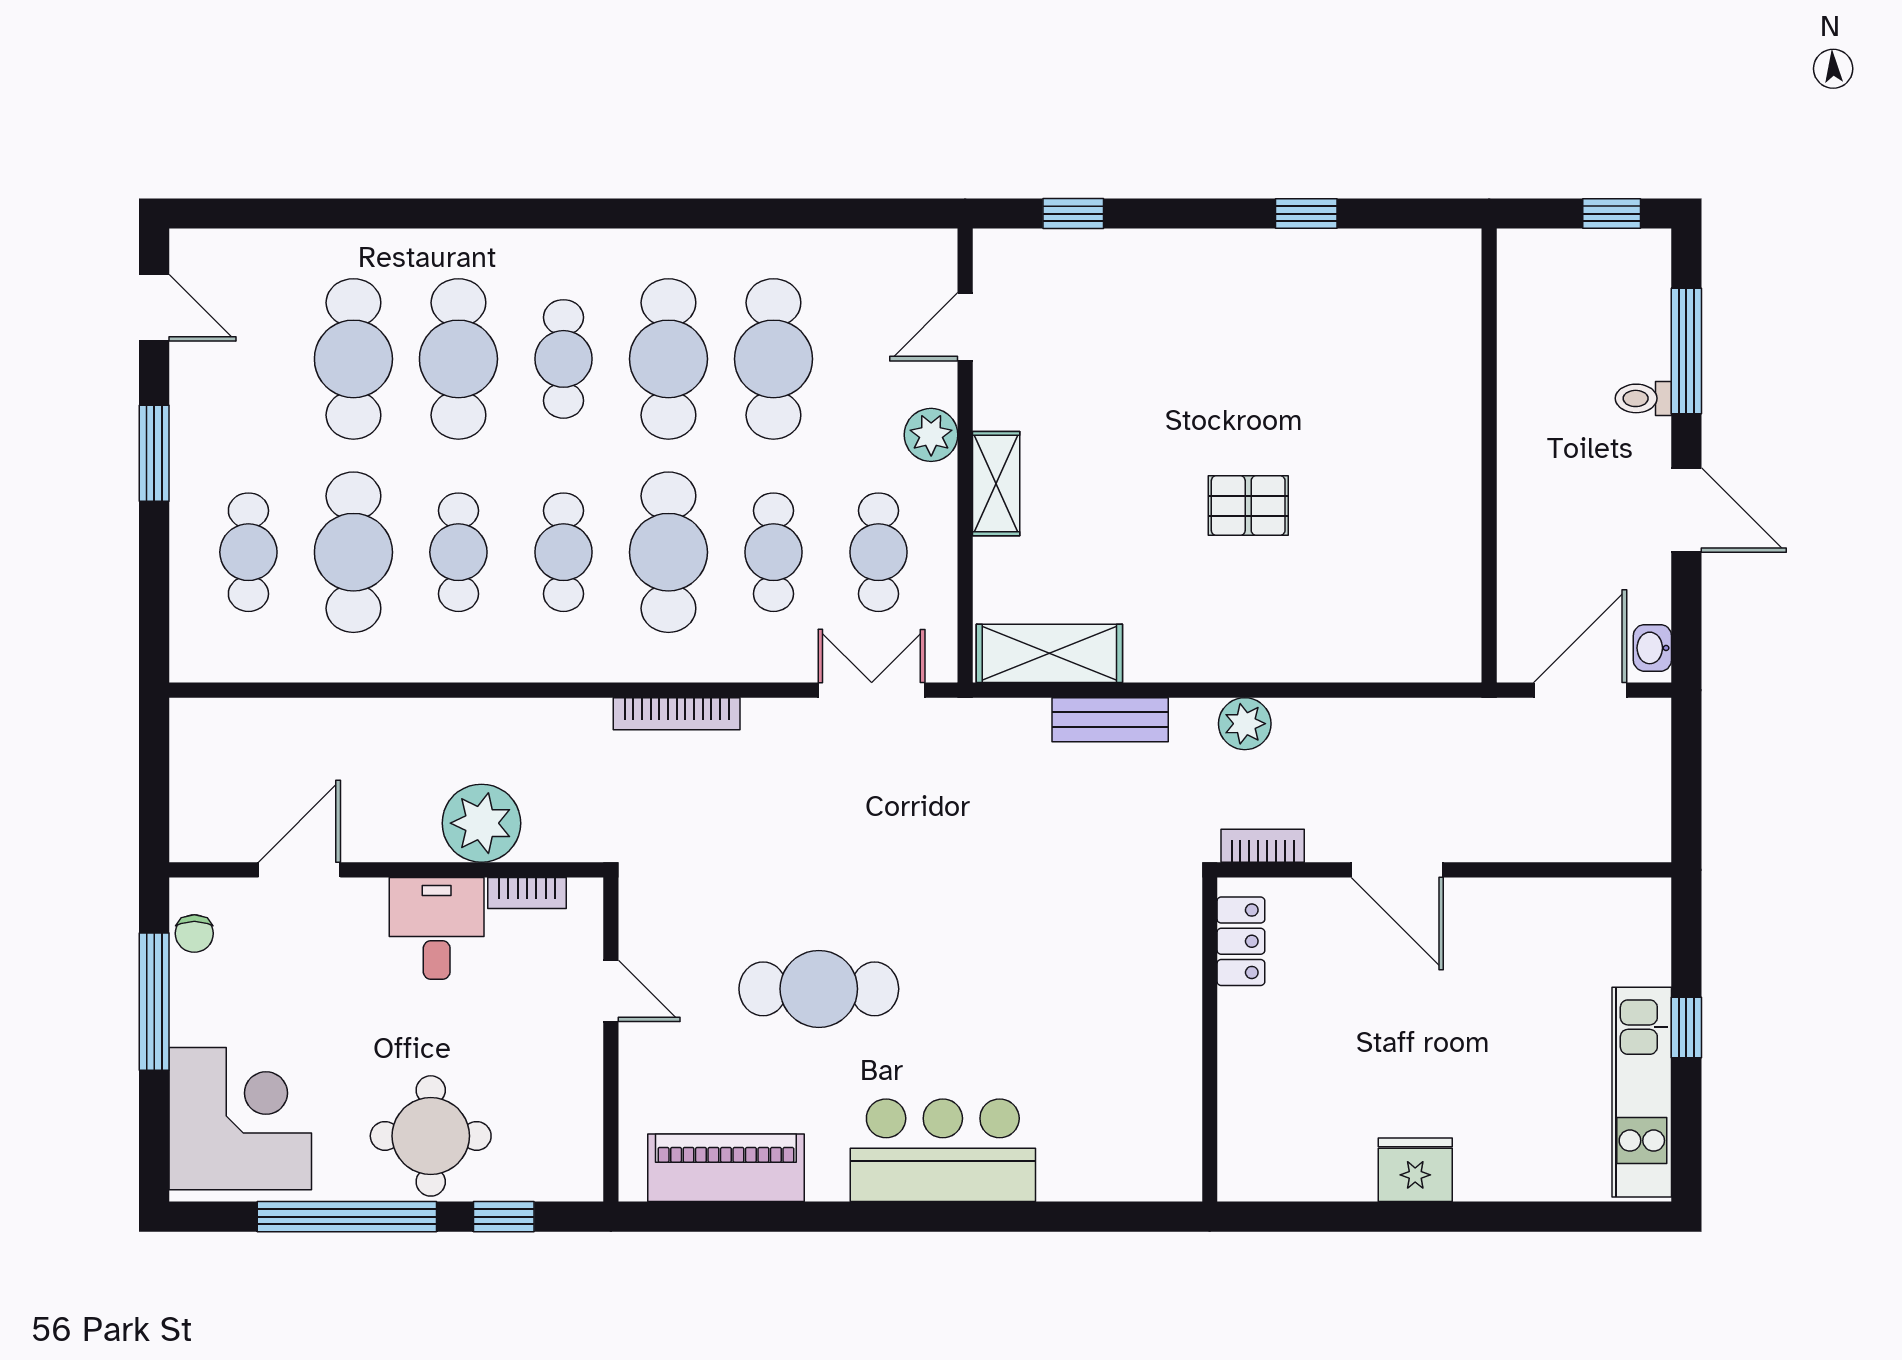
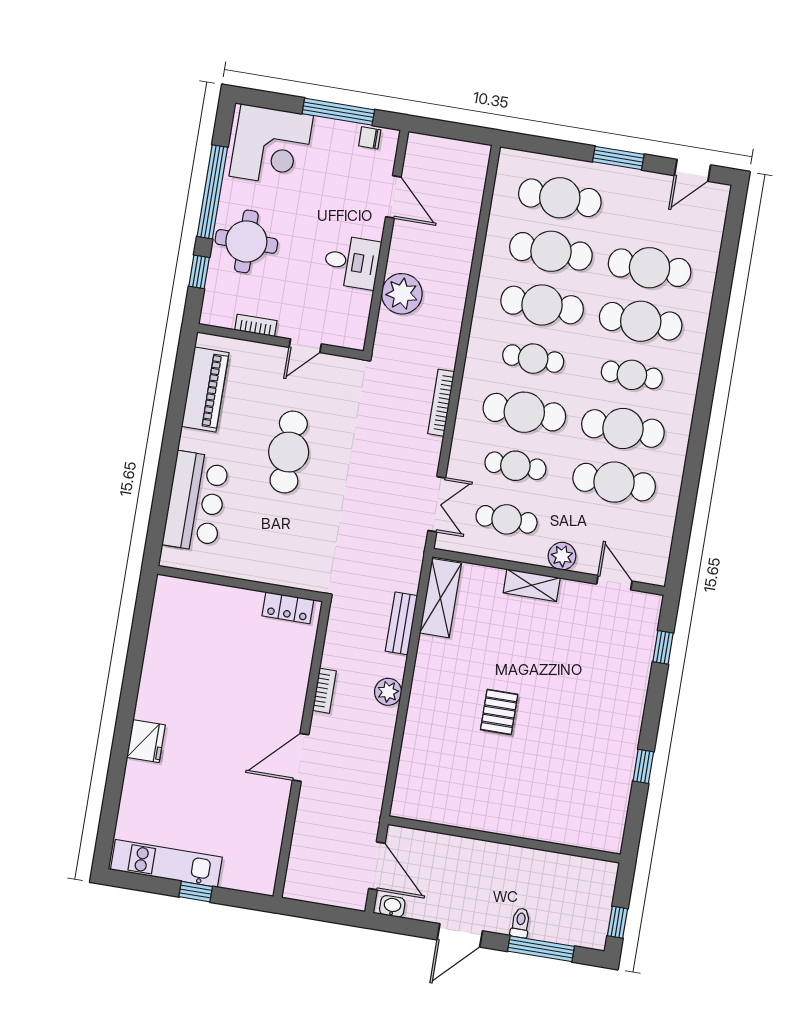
cafe table: (248, 552) -> (560, 198), width x1.37, depth x1.35
cafe table: (458, 552) -> (542, 305), width x1.37, depth x1.35
bookcase: (527, 893) -> (256, 325), moved, turned 90
locker: (1241, 941) -> (288, 608), moved
wall: (1210, 1039) -> (240, 584), moved

